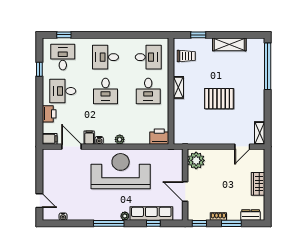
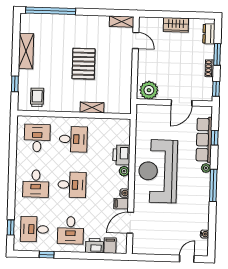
shelving: (178, 87) -> (92, 107), moved
printer: (159, 137) -> (121, 155), moved
filing cabinet: (50, 139) -> (110, 246), moved

